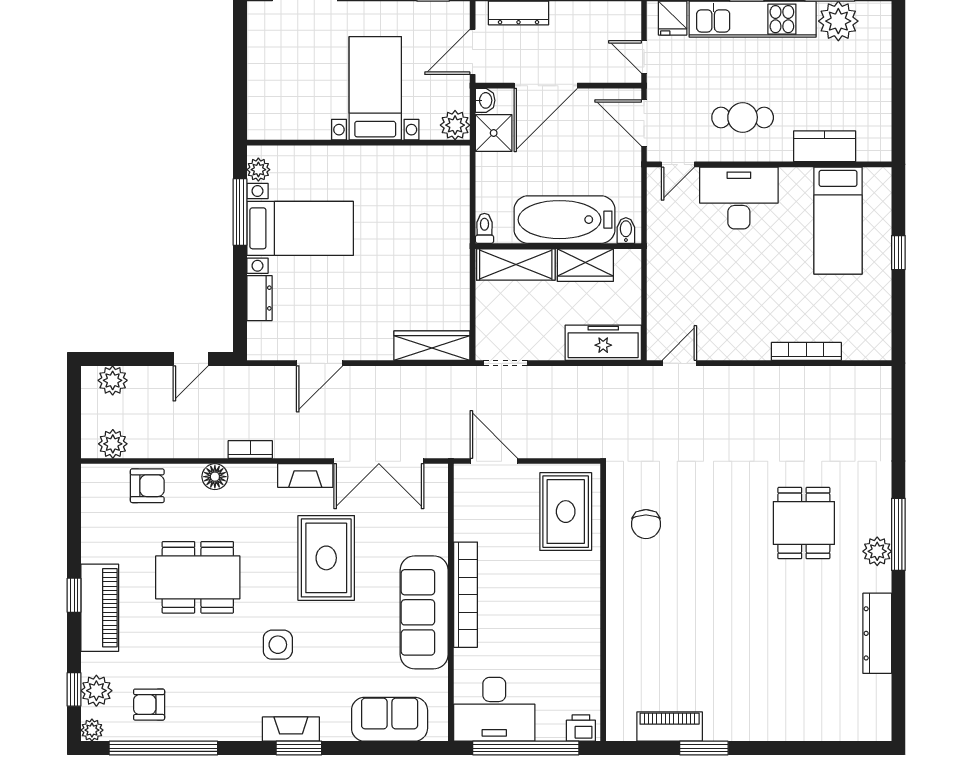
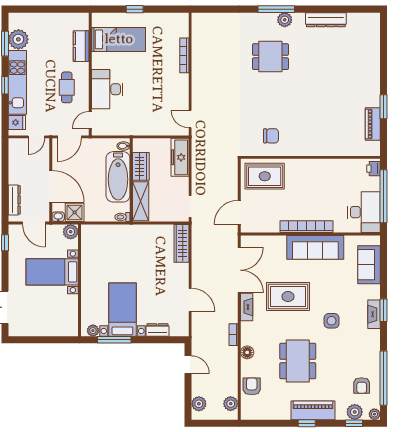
door: (678, 164) -> (90, 120), swing flipped

